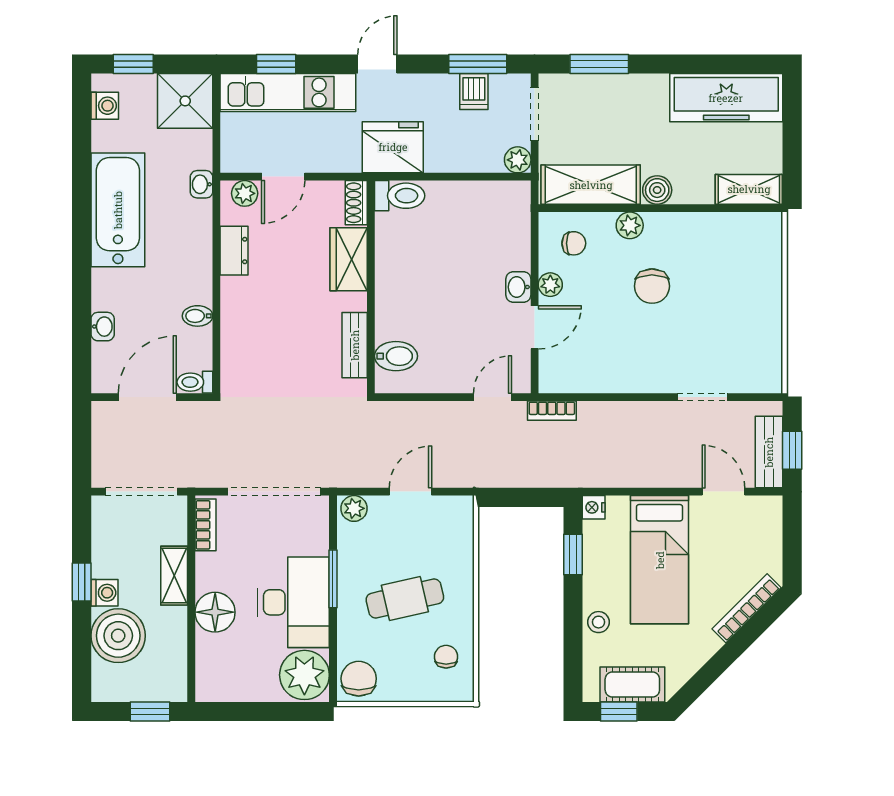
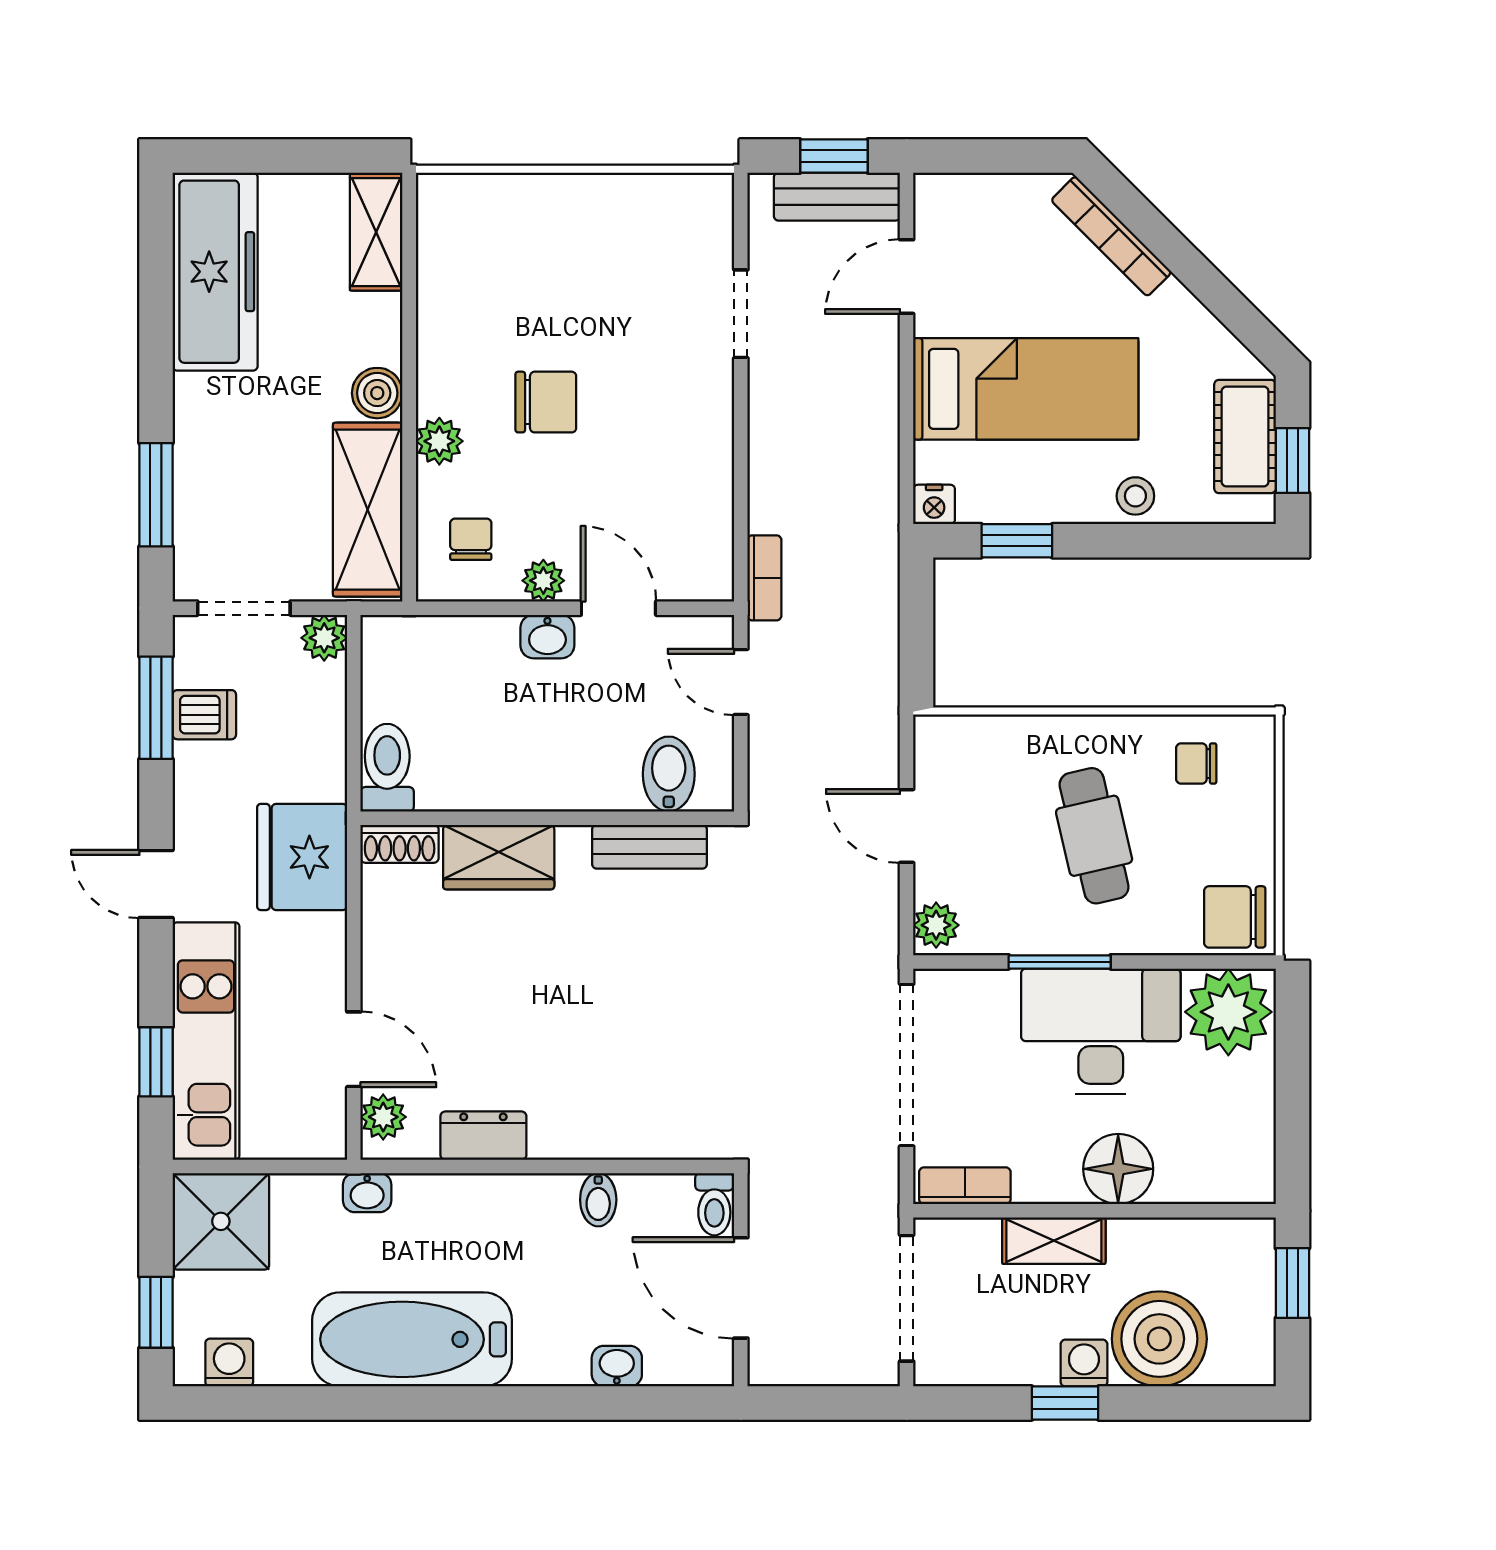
toilet: (400, 196) -> (387, 768), moved
shoe rack: (356, 203) -> (400, 844), moved
wardrobe: (349, 259) -> (499, 857), moved
wall: (371, 287) -> (547, 818), moved
bench: (355, 345) -> (650, 847), moved
bidet: (396, 356) -> (669, 774), moved

